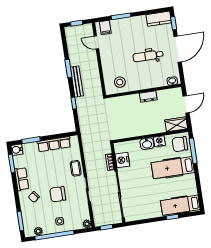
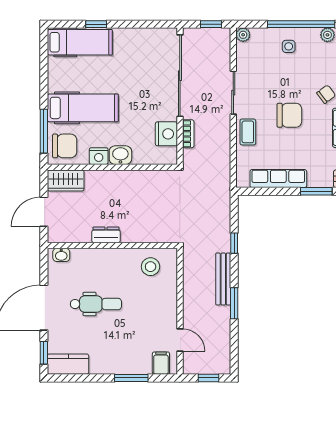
chair: (58, 194) -> (289, 115), moved

